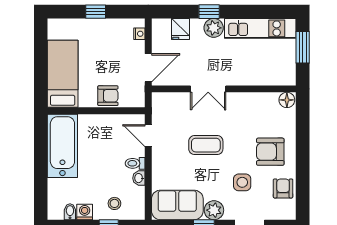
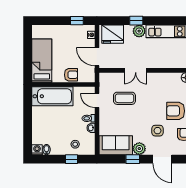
window: (96, 12) -> (77, 21), moved
fridge: (180, 29) -> (113, 34), width x1.88, depth x1.34
door: (148, 68) -> (97, 57), swing flipped
coffee table: (206, 145) -> (124, 98), moved
bathtub: (62, 146) -> (52, 96), moved, turned 90
washing machine: (85, 212) -> (37, 150), moved

